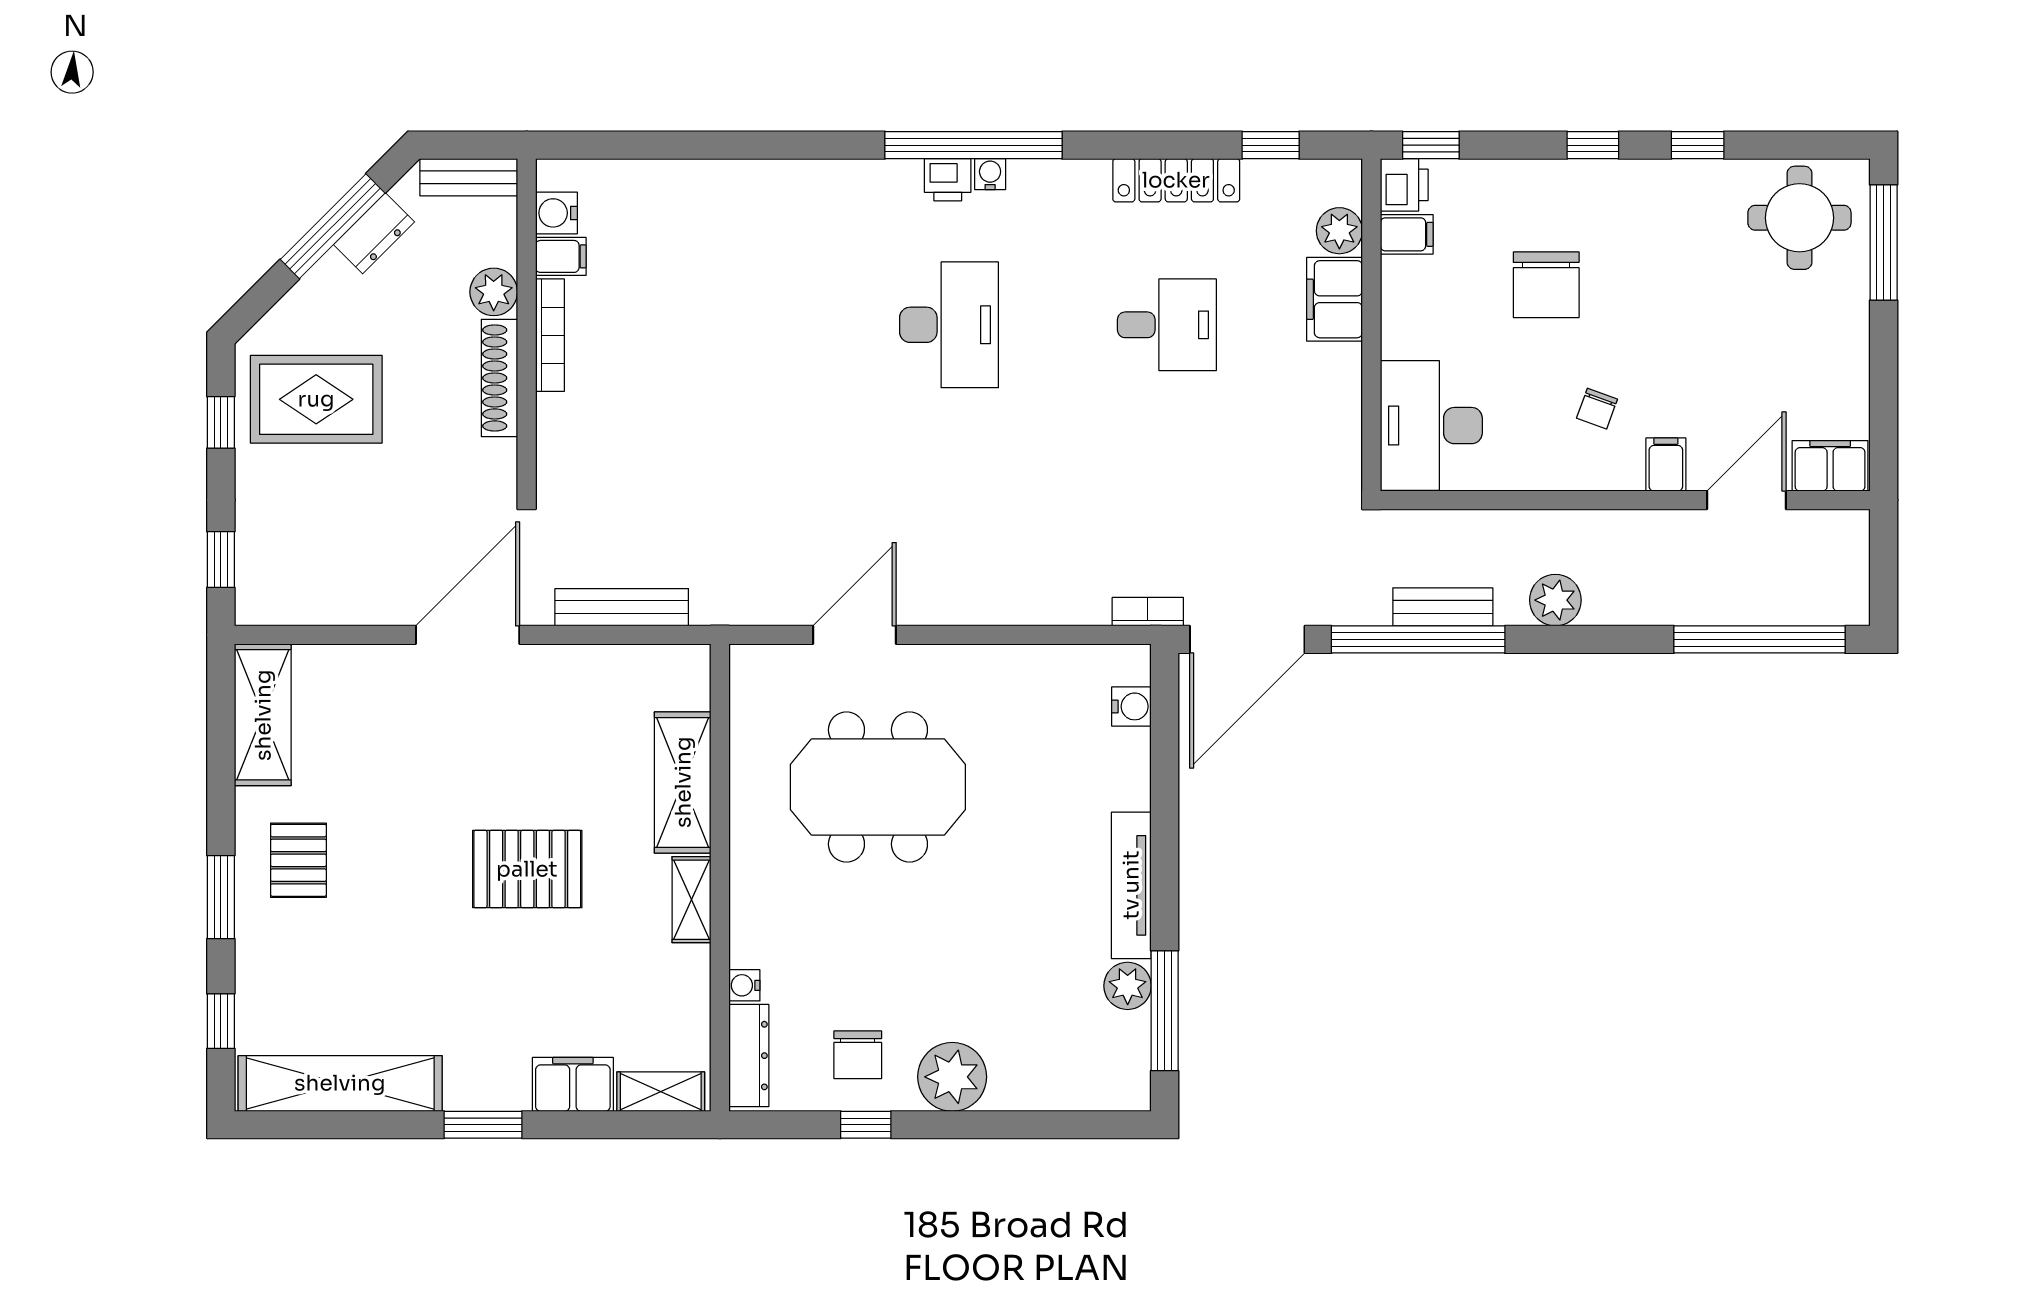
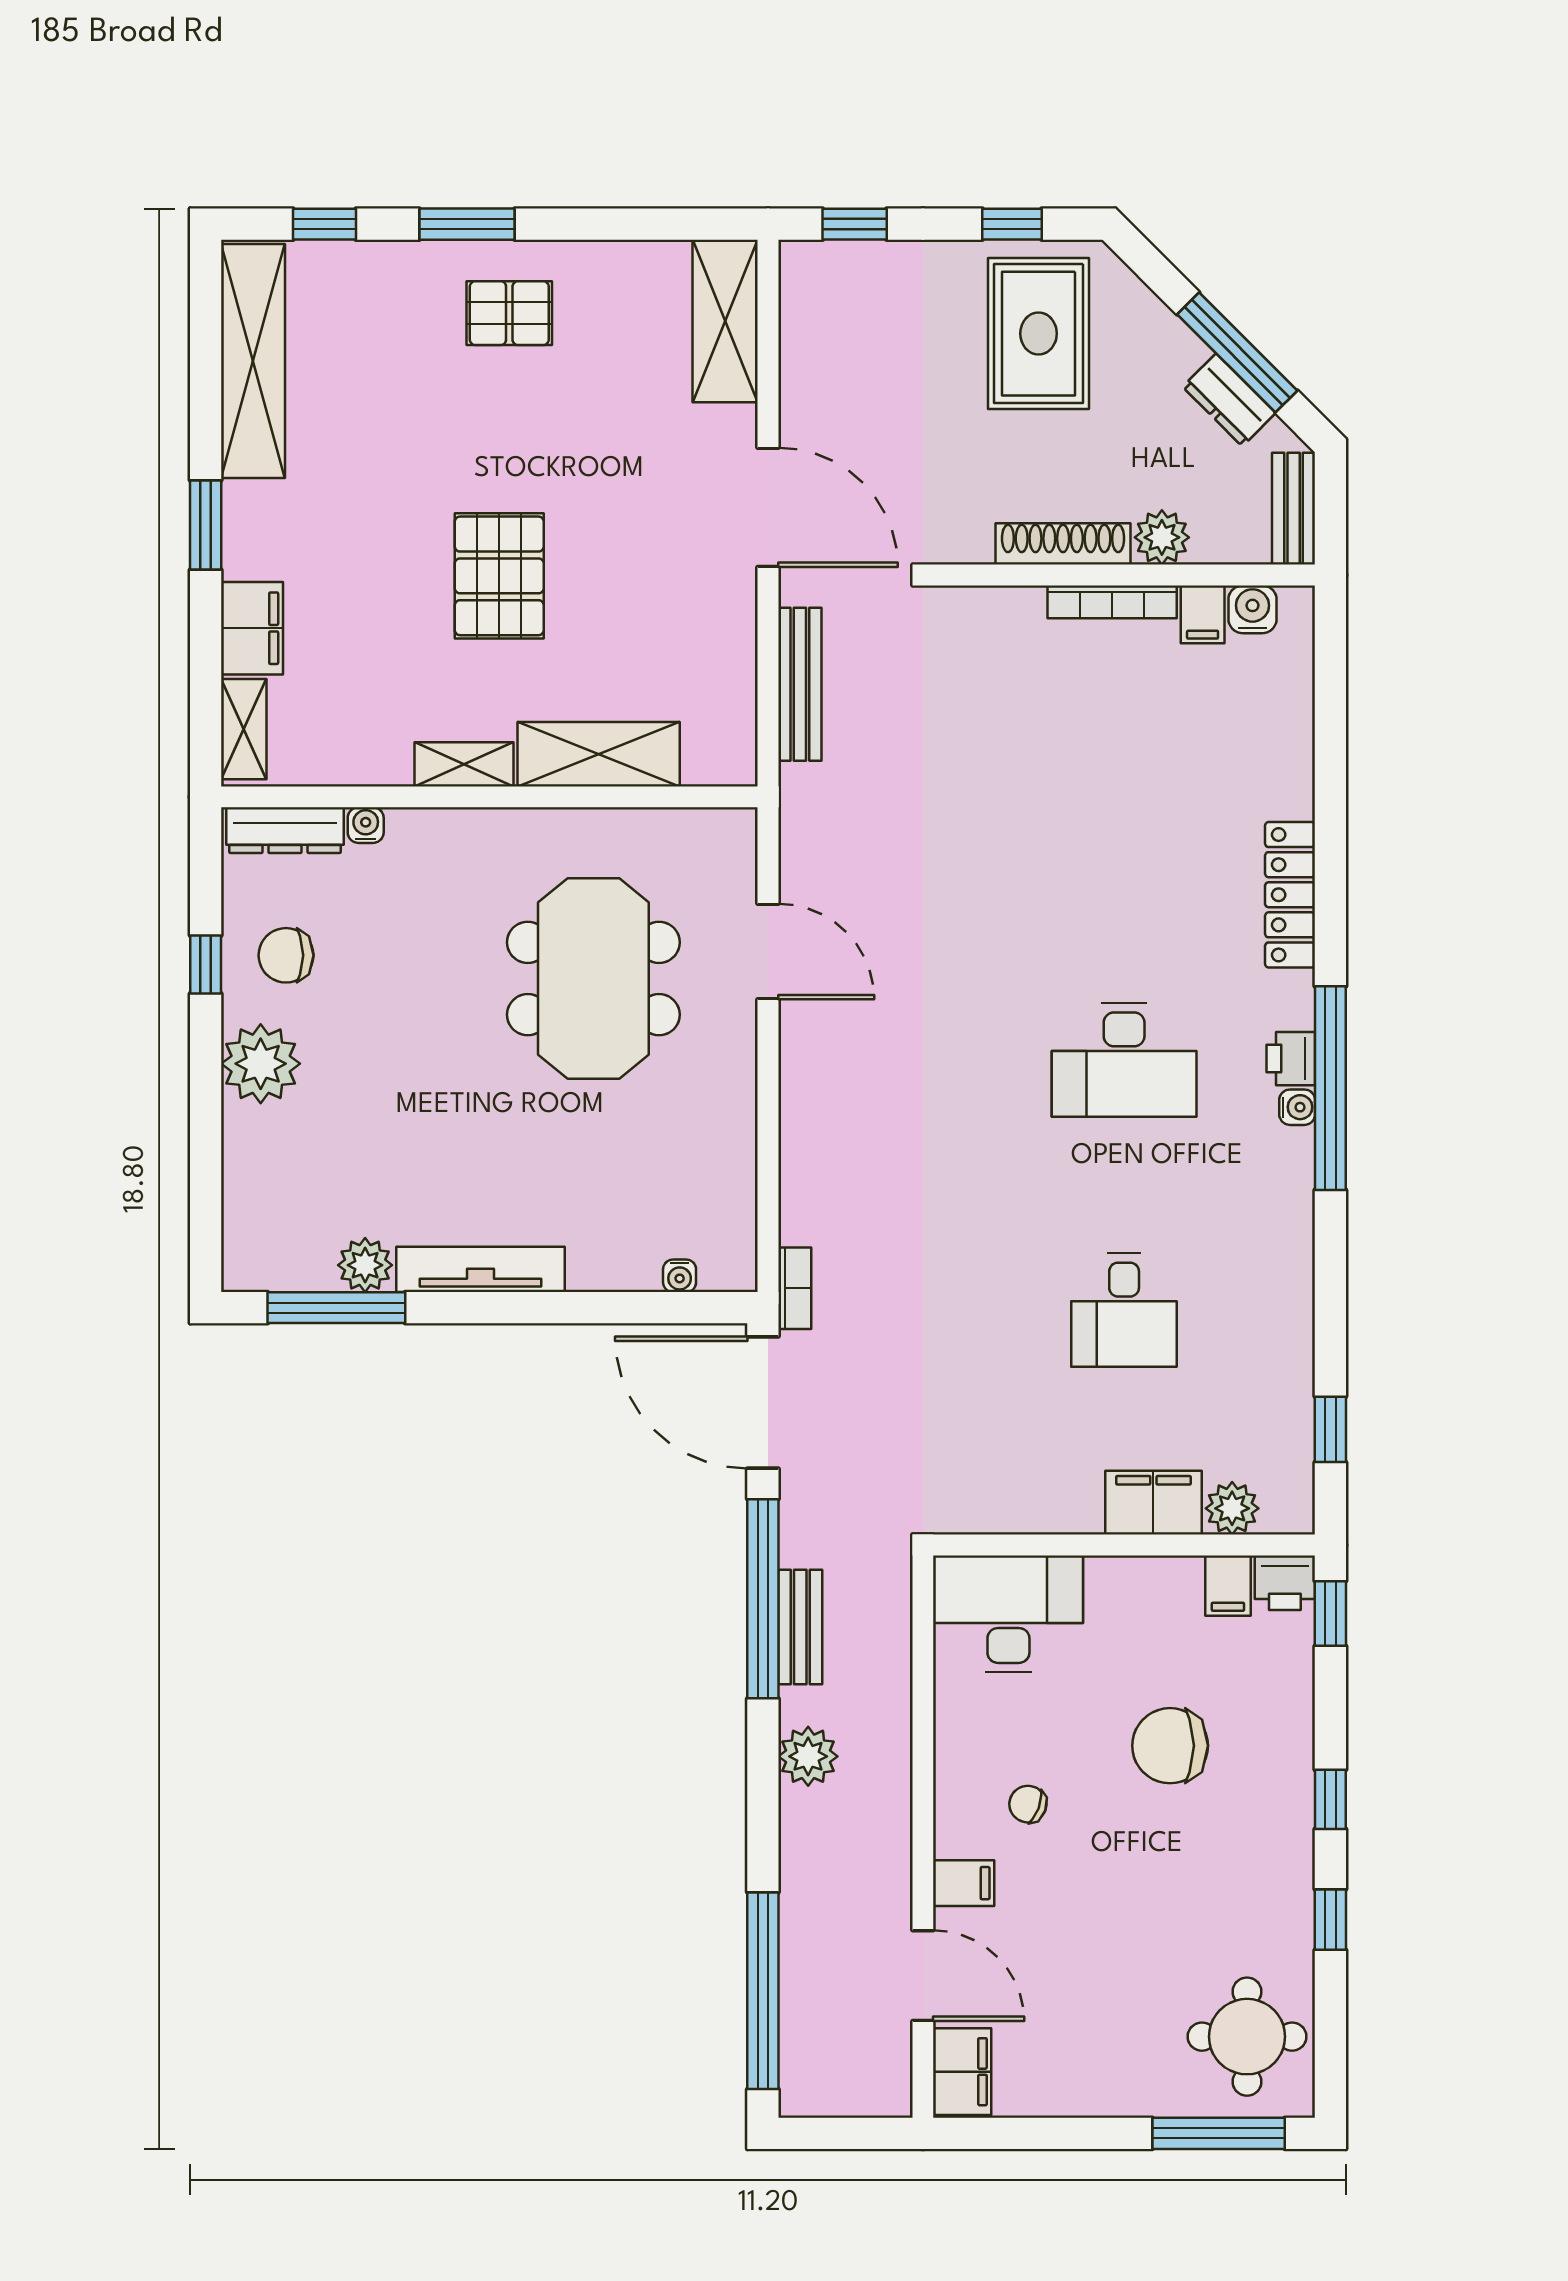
locker: (1176, 180) -> (1290, 895), moved
water cooler: (1131, 706) -> (680, 1276), width x0.72, depth x0.72
shelving: (263, 715) -> (725, 321), moved, turned 90

